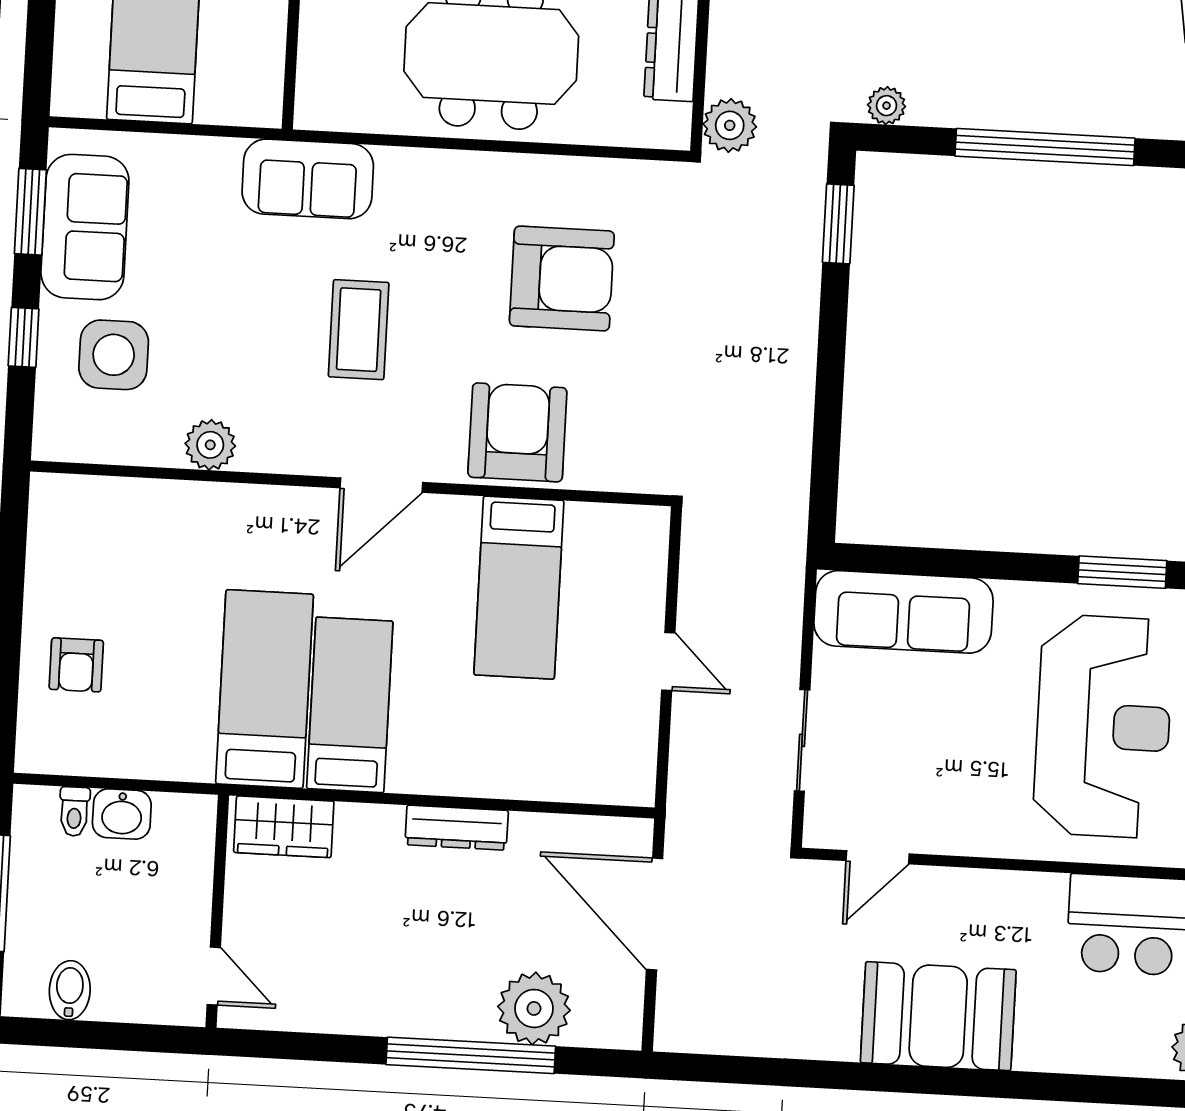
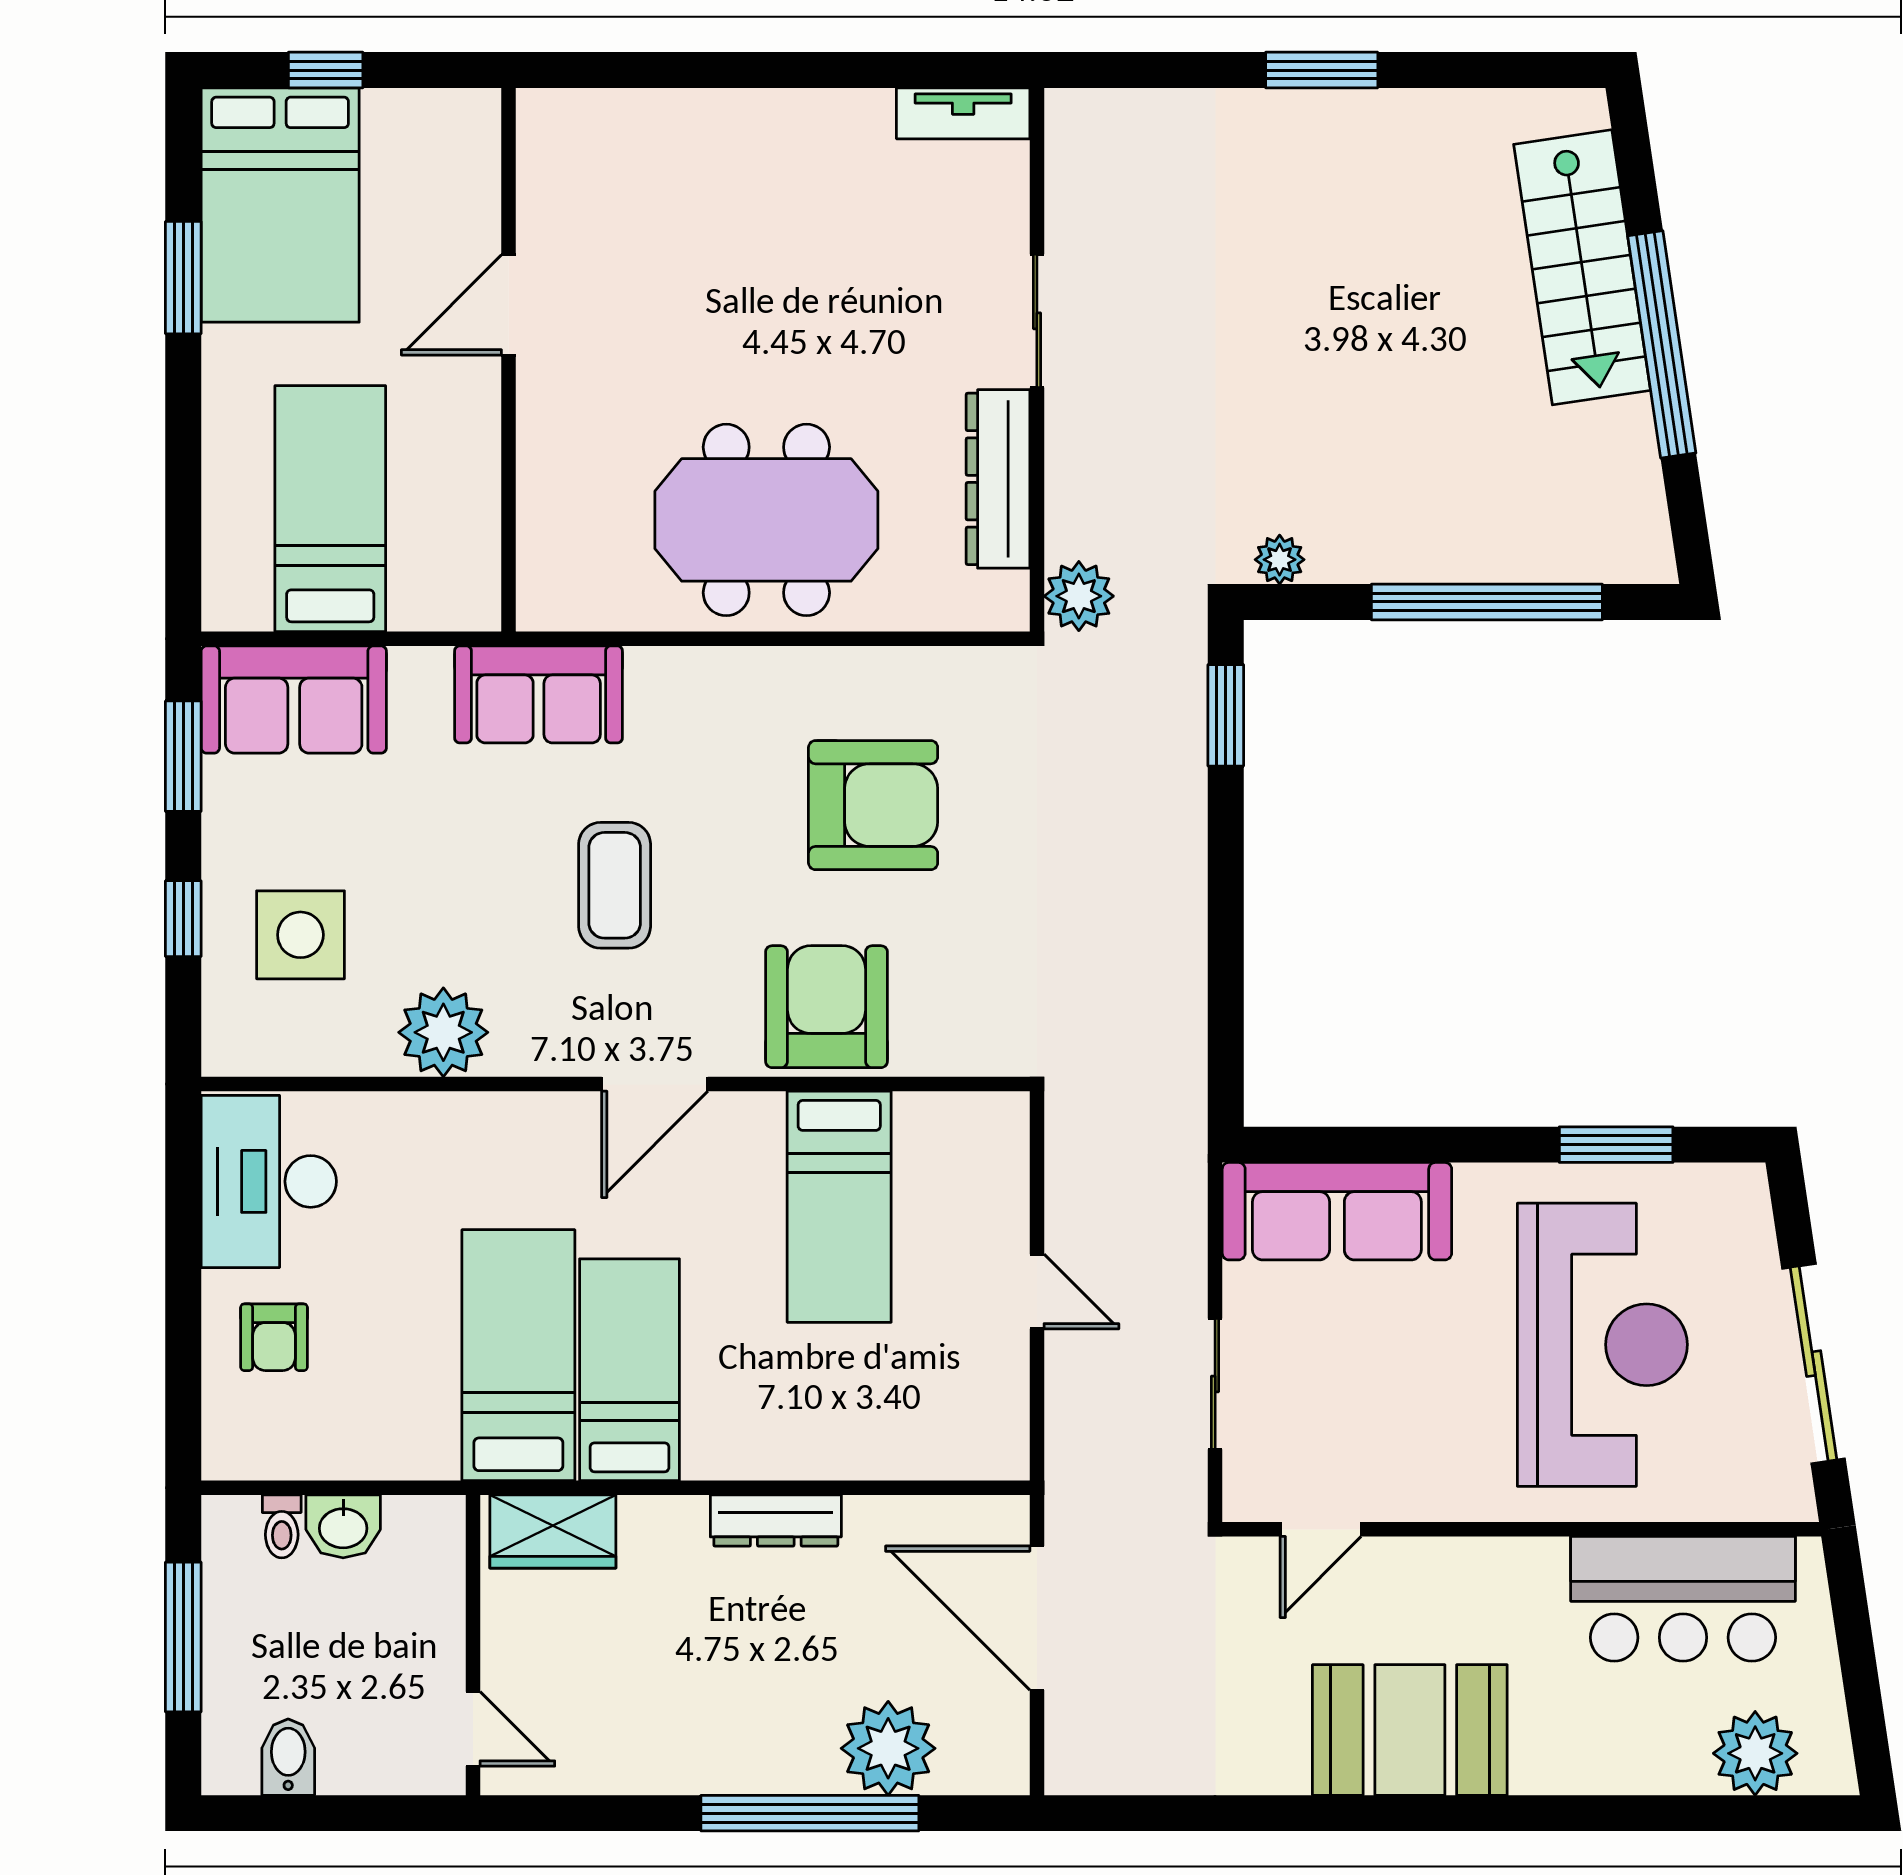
sofa: (85, 227) -> (294, 700), moved, turned 90
plant: (210, 445) -> (443, 1032), width x1.36, depth x1.36
desk: (79, 544) -> (269, 1181), added

